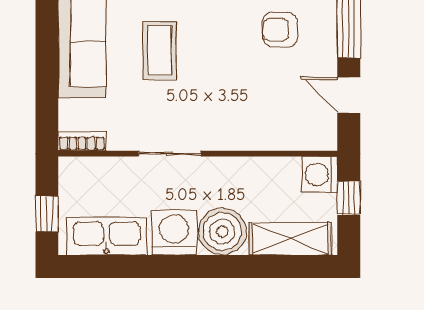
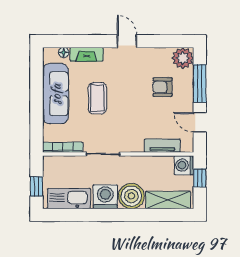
tv unit: (280, 138) -> (162, 146), added
bookcase: (82, 141) -> (63, 147), width x1.56

